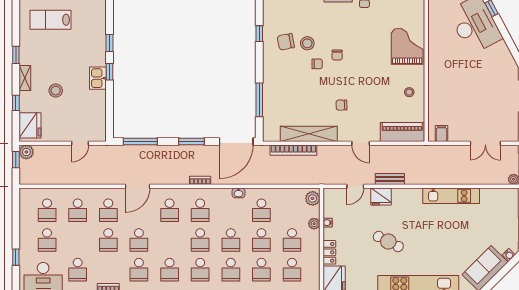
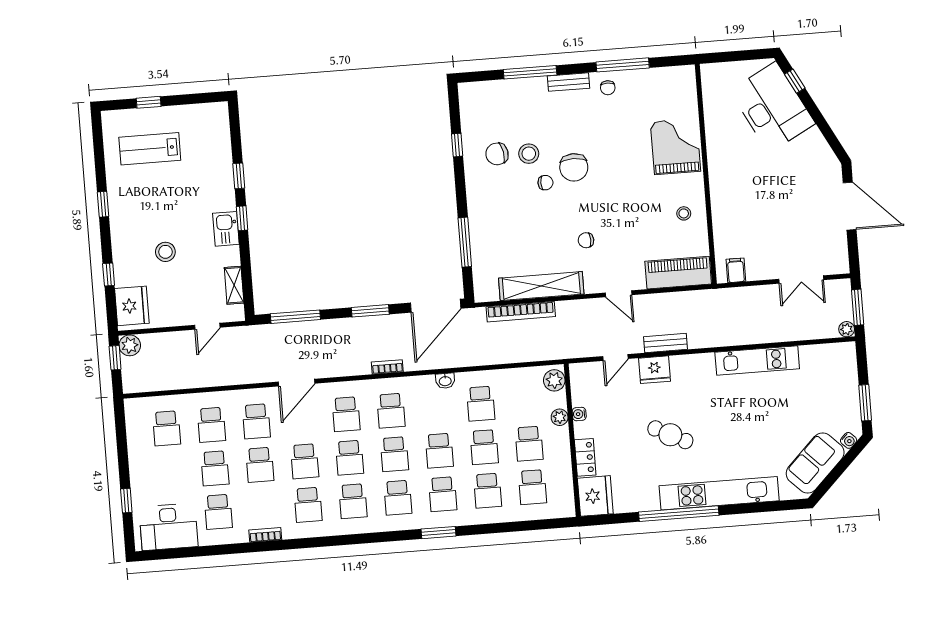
chair: (337, 55) -> (574, 167), width x1.87, depth x1.87
shelving: (25, 78) -> (234, 285), moved
school desk: (47, 240) -> (215, 468), moved
school desk: (170, 240) -> (350, 458), added

